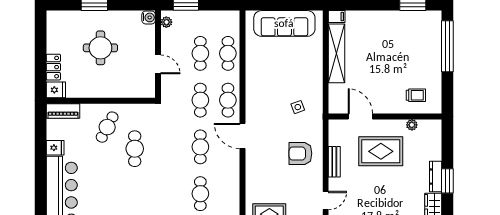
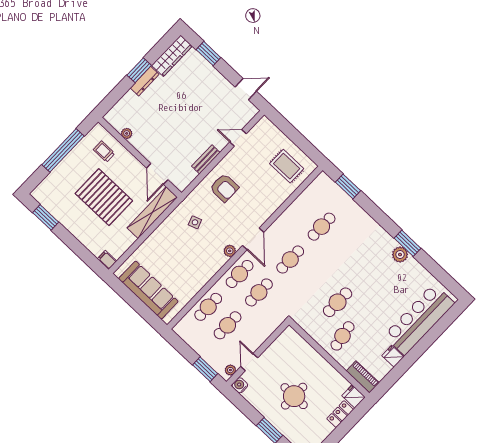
window: (447, 46) -> (63, 150), moved
shelving: (337, 53) -> (152, 213), moved
pallet: (384, 61) -> (104, 197), added
door: (158, 64) -> (249, 362), moved
plant: (252, 110) -> (230, 251), added
cafe table: (107, 127) -> (343, 336), turned -38
rug: (381, 151) -> (166, 136), removed

